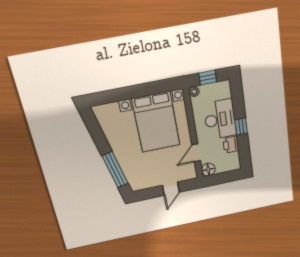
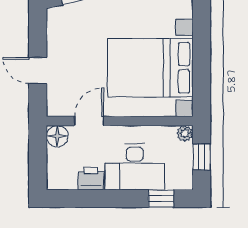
window: (241, 127) -> (161, 199), moved
door: (196, 153) -> (89, 121), hinge flipped

